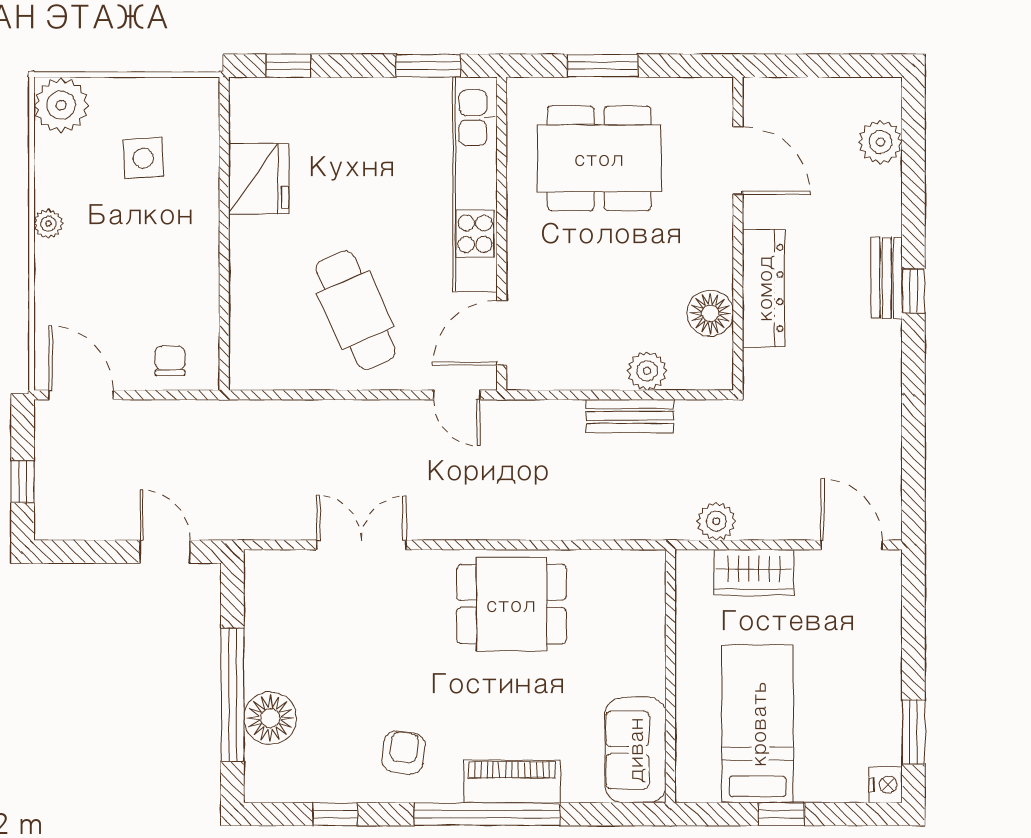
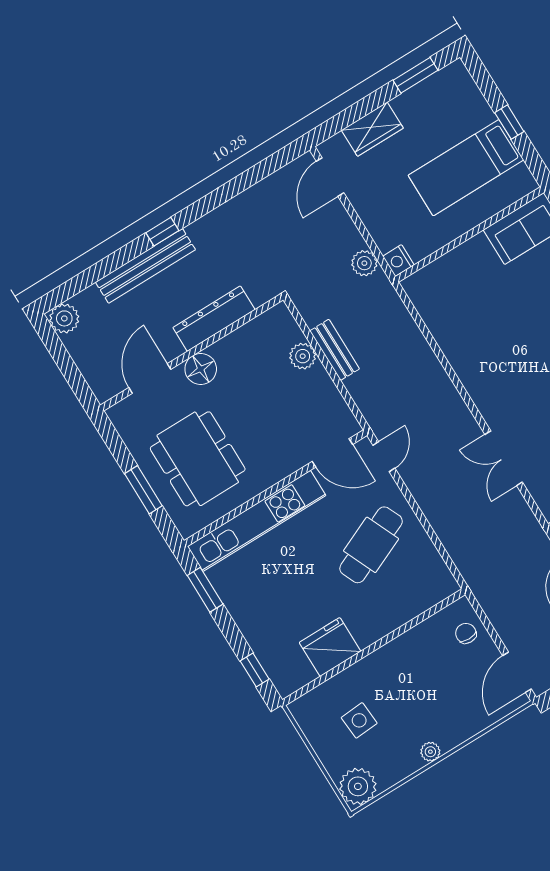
plant: (880, 142) -> (64, 318), moved
bench: (887, 278) -> (145, 266), width x1.86, depth x1.21
floor lamp: (710, 313) -> (201, 369), moved
chair: (170, 361) -> (466, 633), turned 90
wardrobe: (754, 572) -> (372, 129), moved, turned 90
dining table: (511, 604) -> (484, 351), removed
nightstand: (886, 785) -> (398, 261), moved, turned -90

